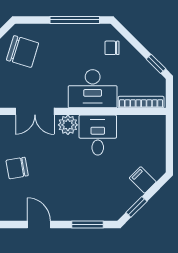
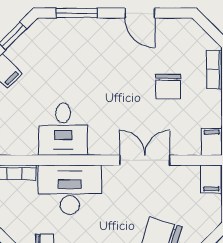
plant: (68, 125) -> (102, 143), removed
chair: (17, 168) -> (168, 87), turned 100

